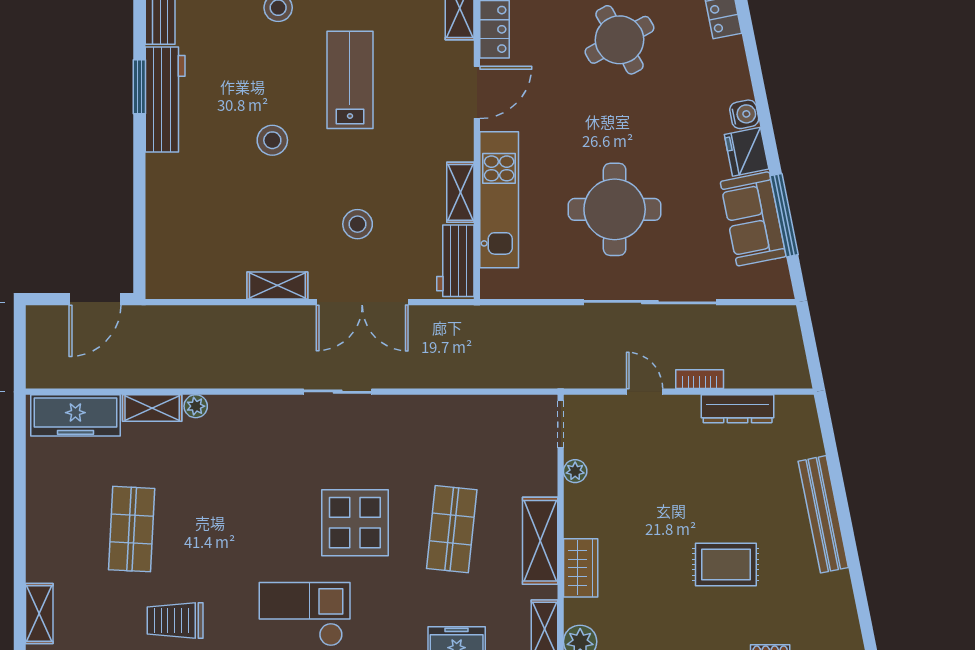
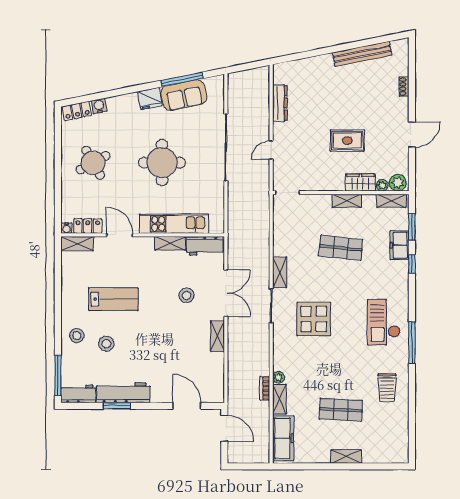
lab bench: (350, 80) -> (113, 299), turned 180
water cooler: (744, 114) -> (99, 106), moved
stool: (272, 140) -> (106, 344), moved
round table: (615, 209) -> (162, 163), moved
door: (139, 225) -> (187, 406), added
bookcase: (700, 379) -> (265, 388), moved
shelving: (403, 408) -> (280, 272), added
plant: (575, 471) -> (382, 185), moved
bench: (823, 514) -> (362, 54), moved
display table: (355, 523) -> (314, 319), moved
shelving: (540, 541) -> (347, 201), width x0.67, depth x0.75
rug: (726, 564) -> (347, 141), moved, turned 90
shelving: (39, 613) -> (346, 457), moved

